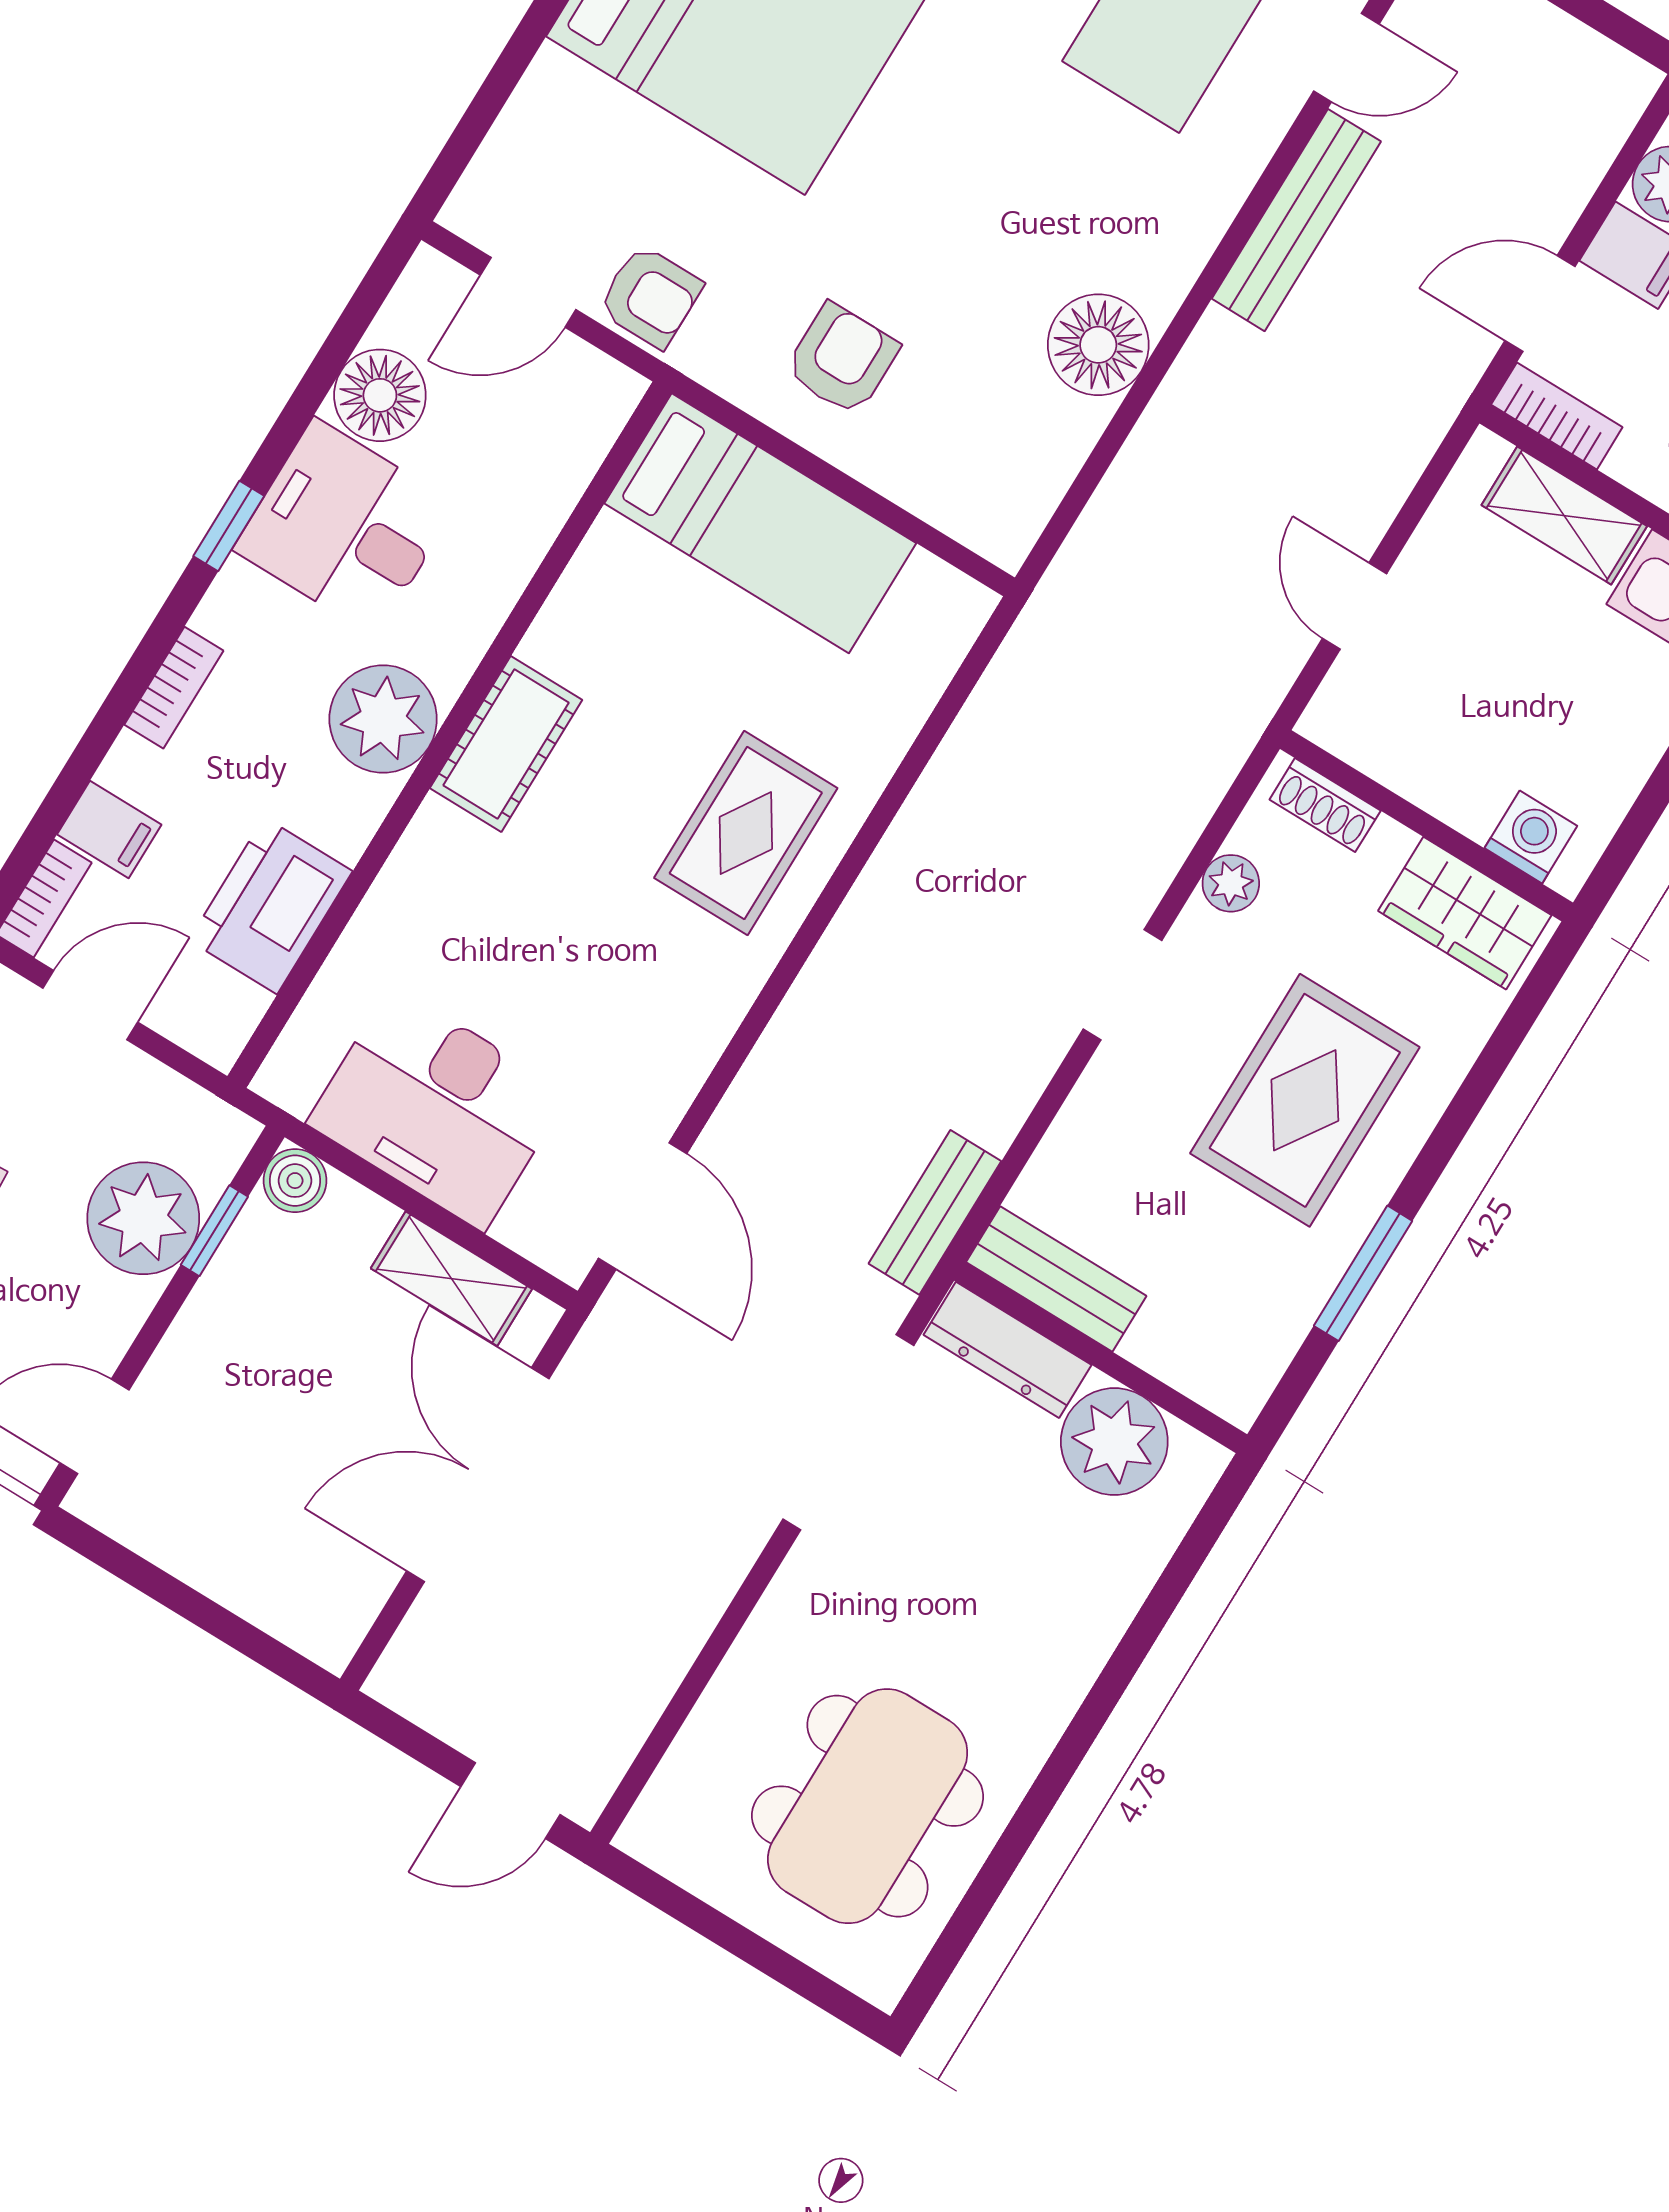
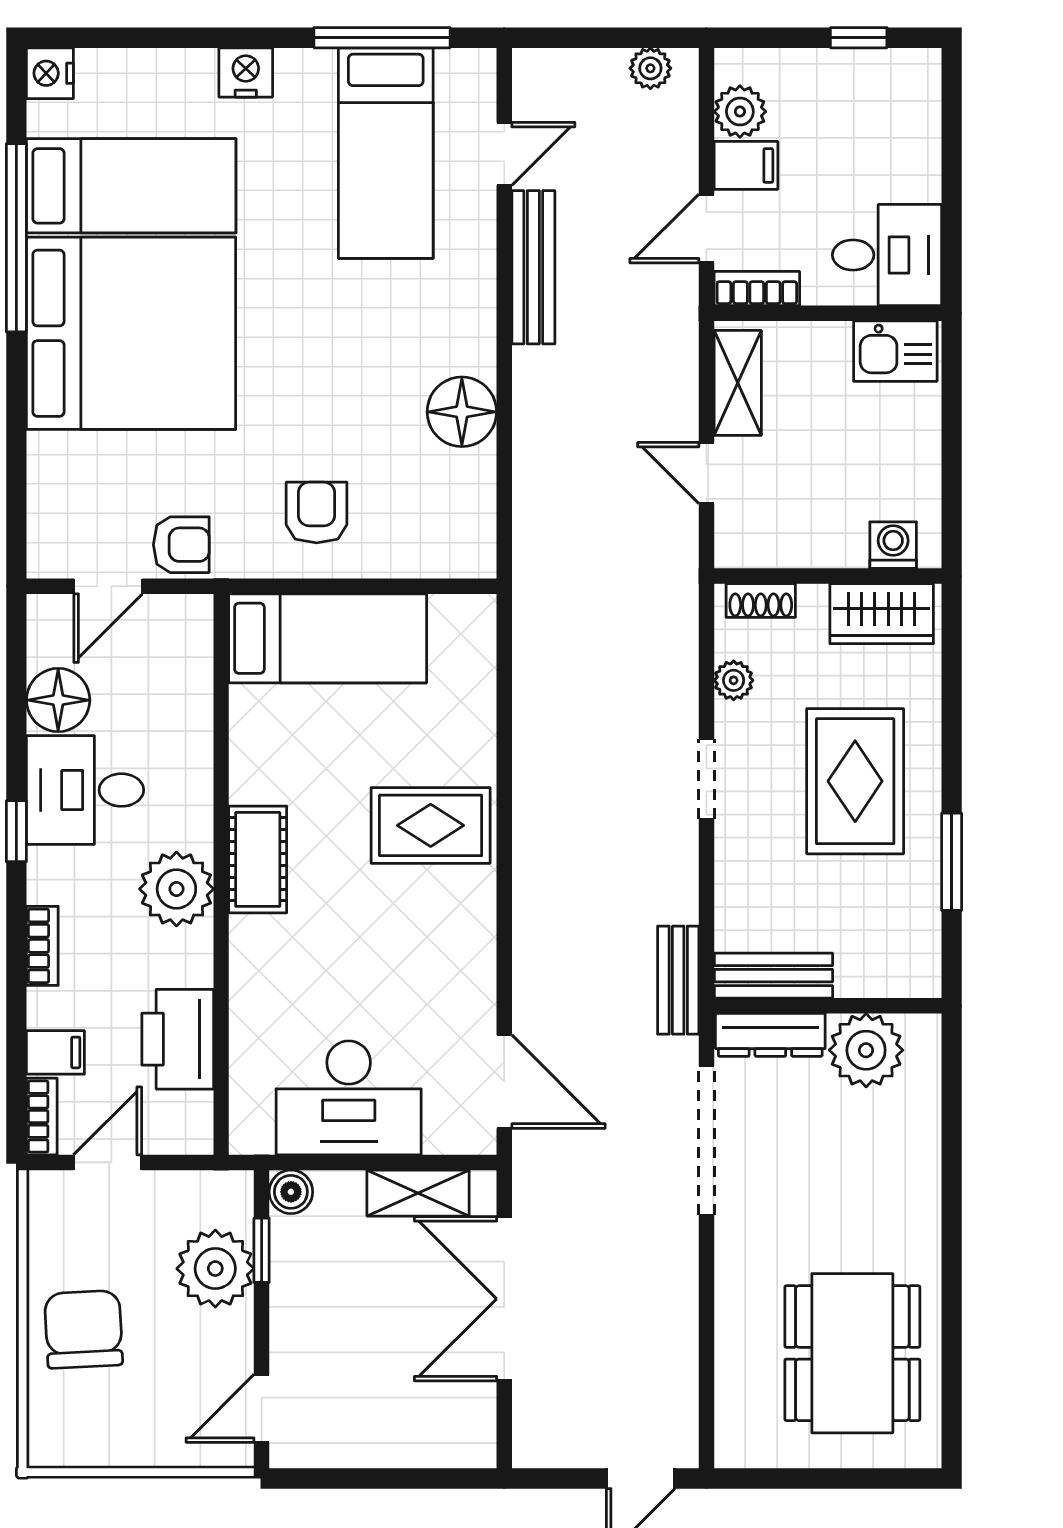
plant: (1592, 63) -> (650, 68), added
shelving: (1564, 516) -> (738, 383), moved, turned 90
rug: (746, 833) -> (431, 825), turned 90

